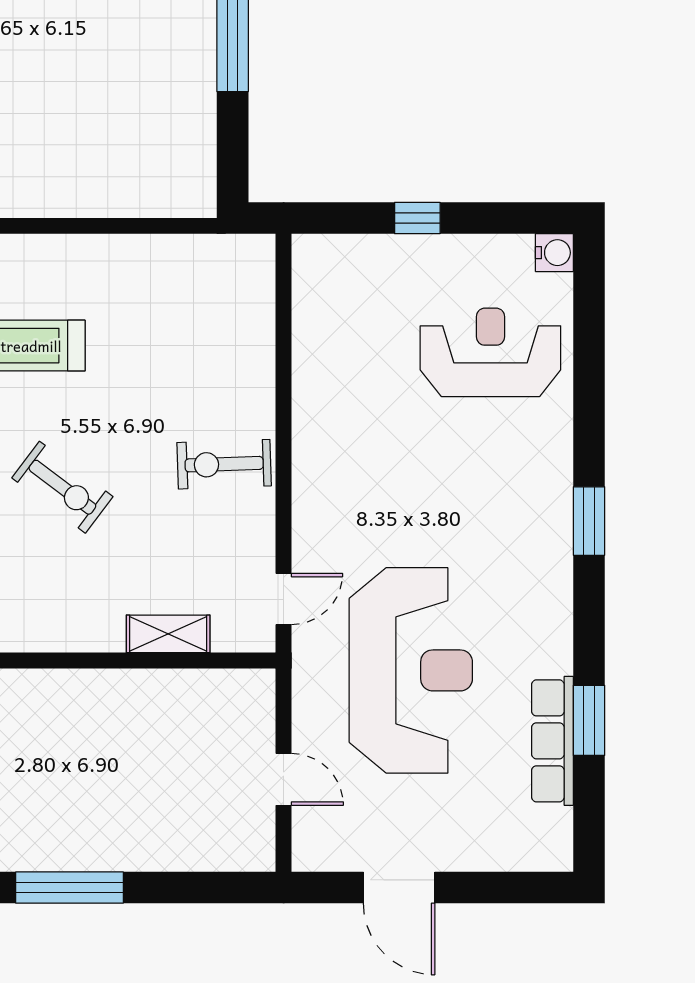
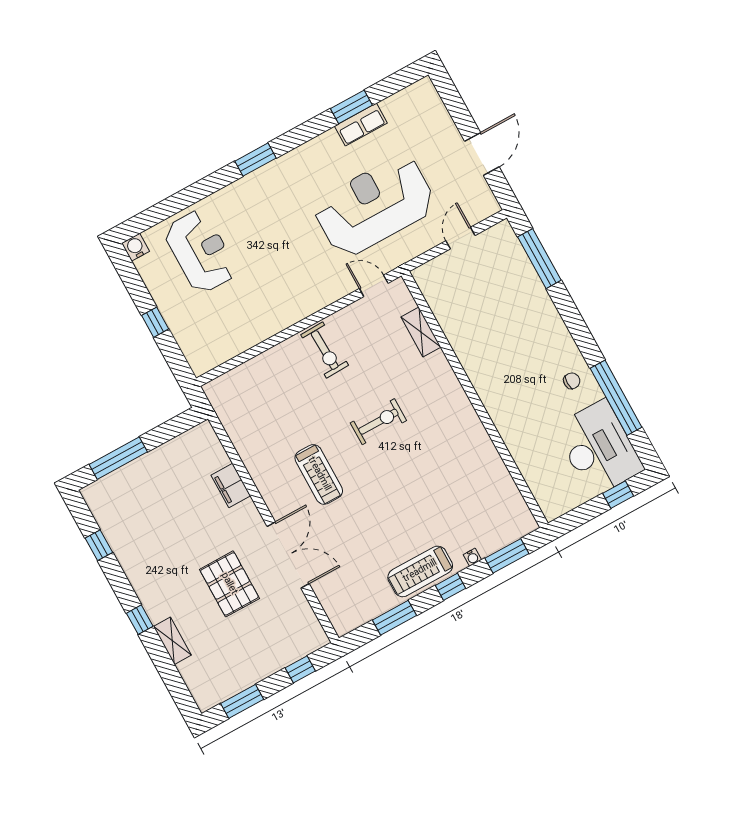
filing cabinet: (90, 195) -> (231, 486), added
reception desk: (490, 352) -> (200, 252), turned 180
exercise bike: (62, 487) -> (378, 422), turned 53
row of seats: (552, 741) -> (361, 125), width x0.68
window: (70, 888) -> (539, 259), moved

